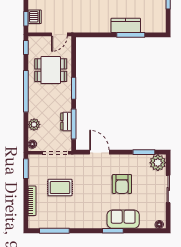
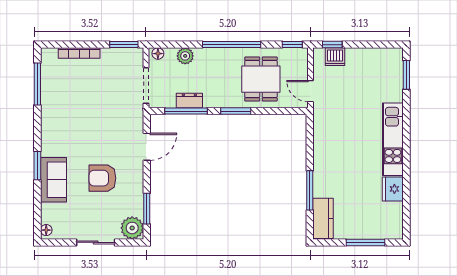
kitchen counter: (126, 25) -> (323, 218), moved
rug: (60, 188) -> (98, 92), removed

